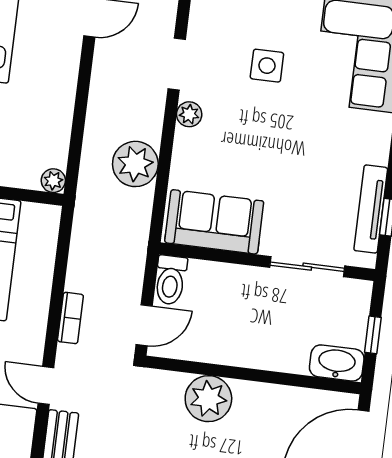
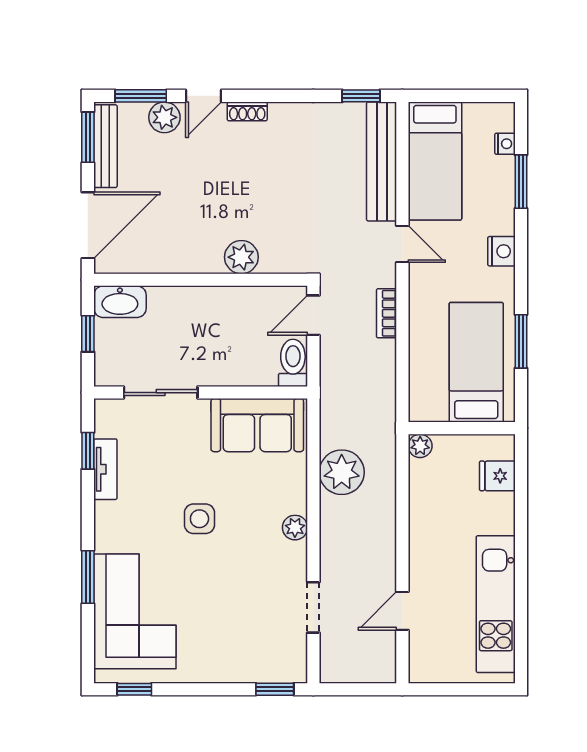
doorway: (177, 64) -> (313, 607), moved
side table: (267, 66) -> (199, 519), moved
tv unit: (371, 209) -> (105, 469), width x0.71
plant: (208, 399) -> (241, 257), width x0.73, depth x0.73

